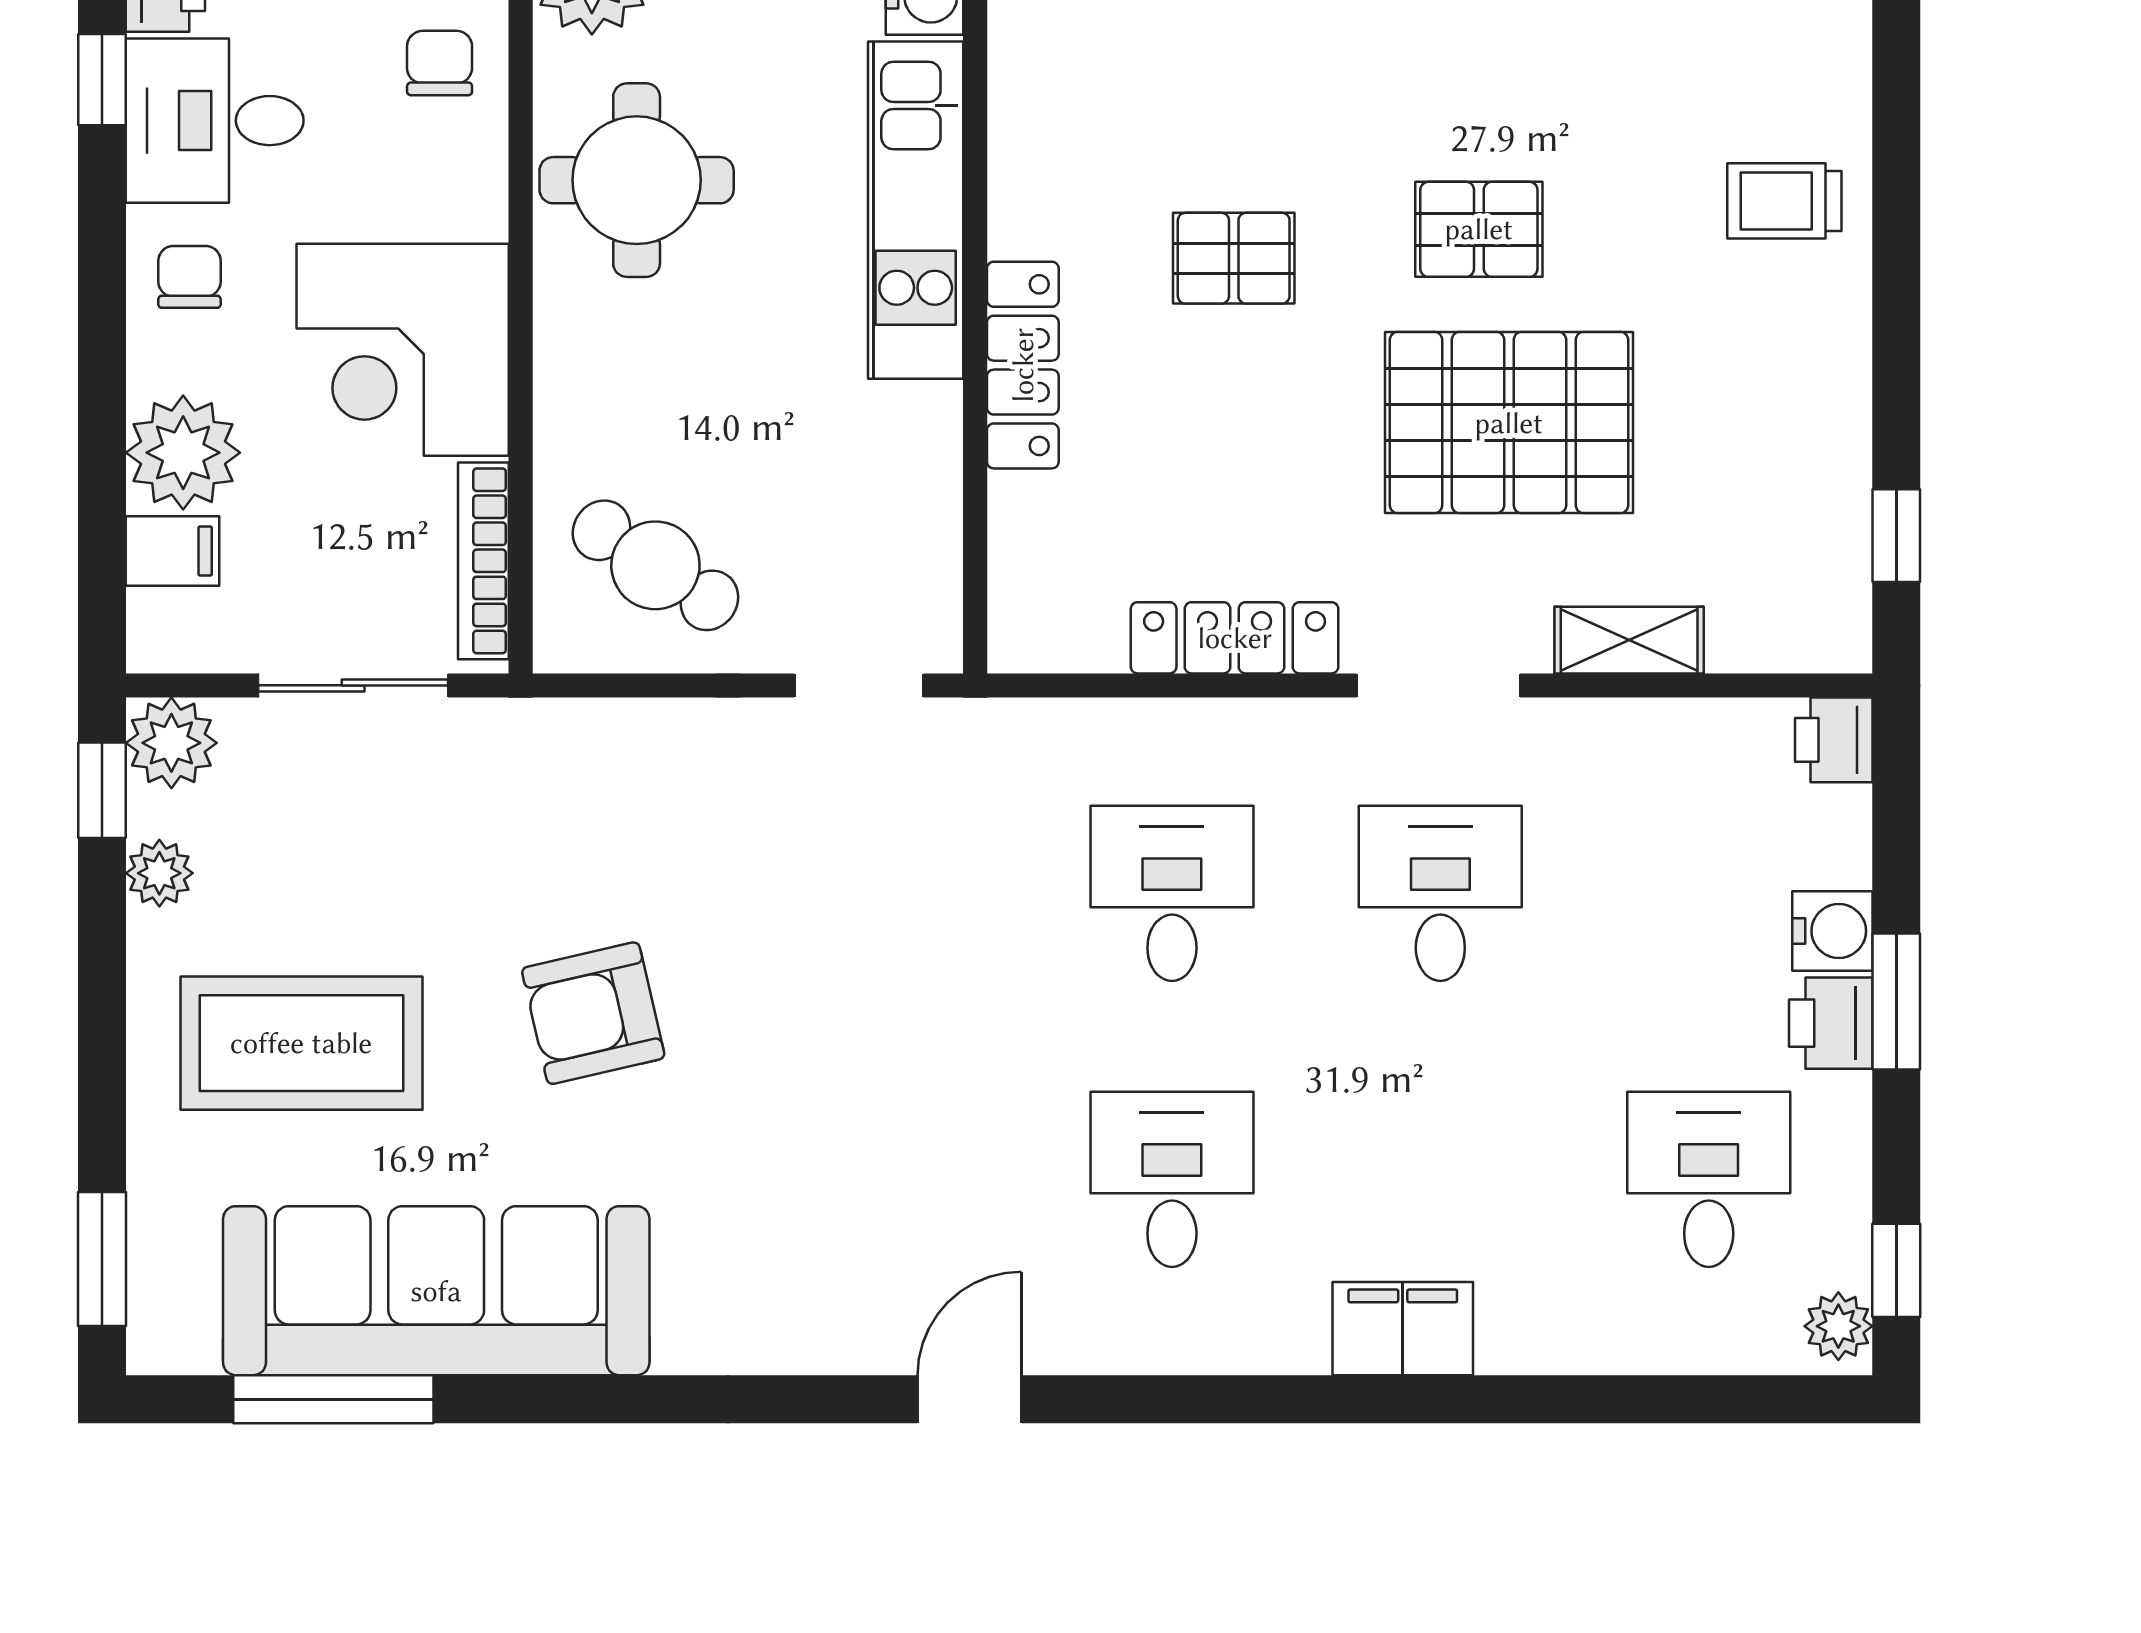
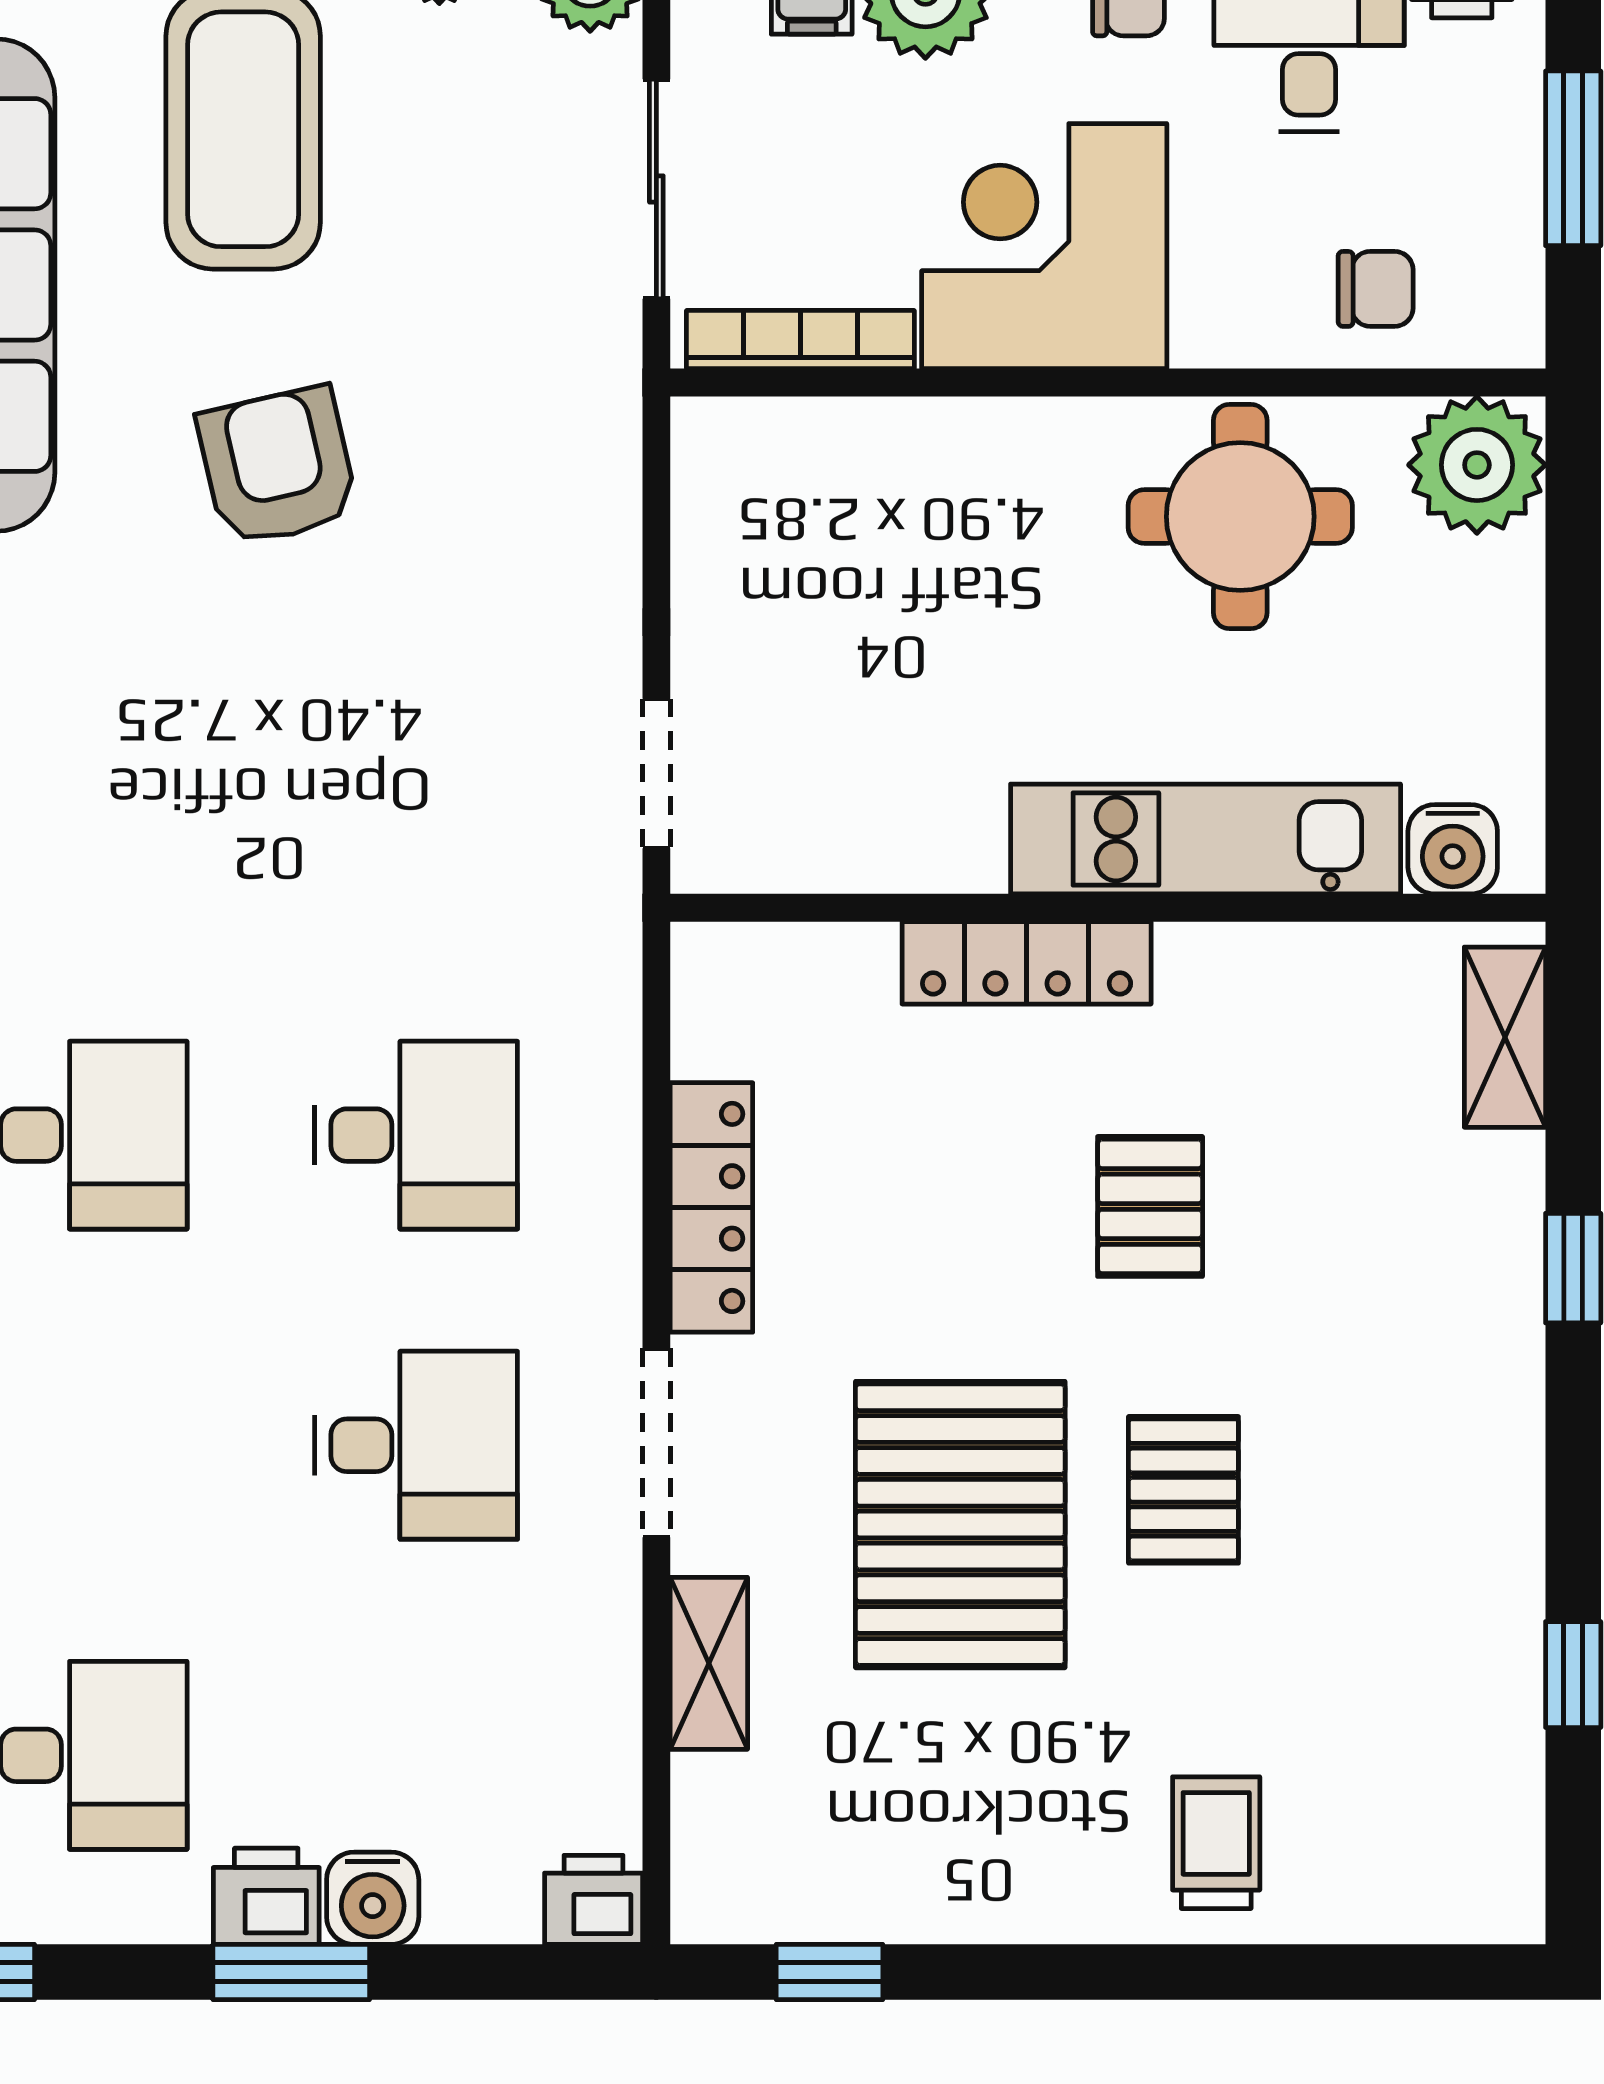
cafe table: (655, 565) -> (795, 538), removed

